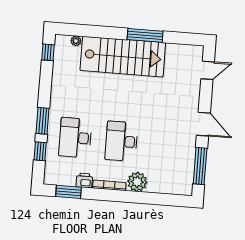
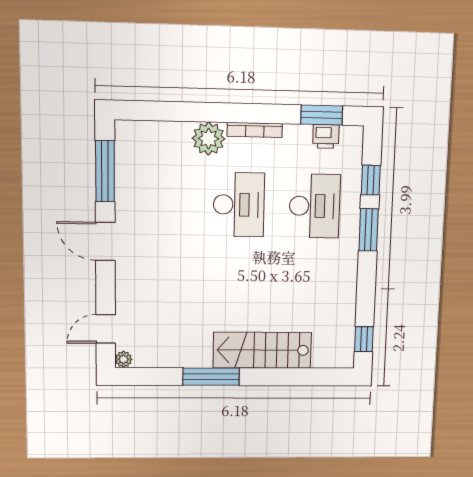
plant: (76, 41) -> (123, 359), moved
stairs: (123, 57) -> (262, 350), width x0.73, depth x0.66
printer: (84, 180) -> (326, 136), moved

